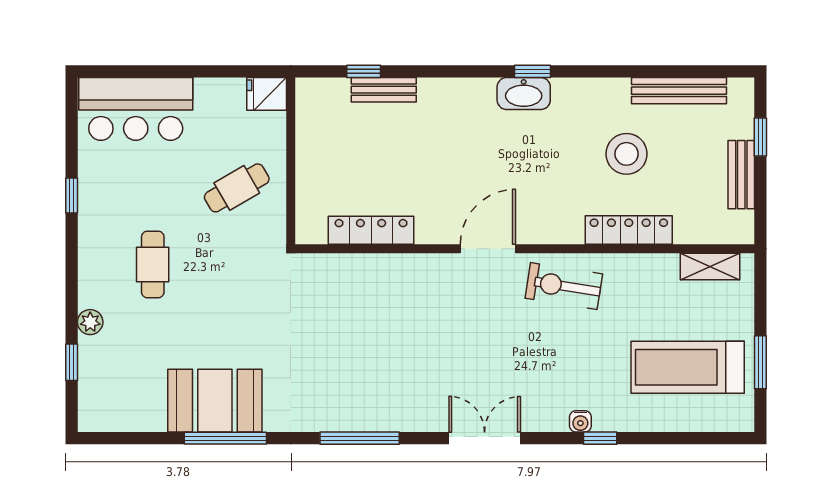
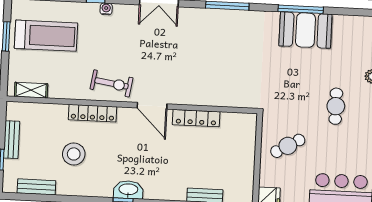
bench: (679, 91) -> (36, 187), width x0.73
locker: (371, 230) -> (196, 118), moved
locker: (629, 230) -> (93, 113), moved
door: (488, 249) -> (152, 106), hinge flipped

